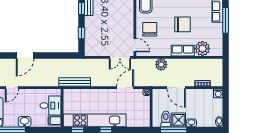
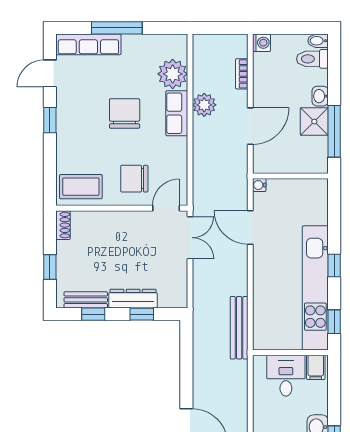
dresser: (89, 29) -> (133, 299), added
plant: (161, 64) -> (204, 105), moved
toilet: (166, 119) -> (312, 59), moved

